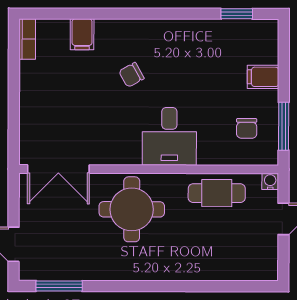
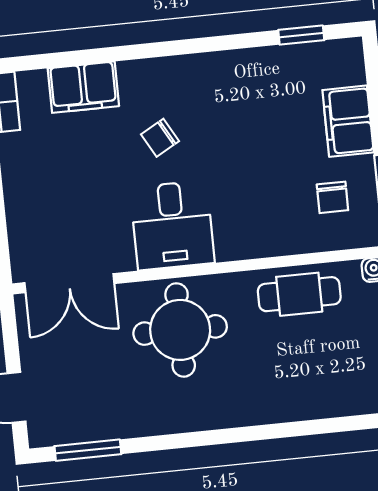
filing cabinet: (82, 34) -> (83, 87), width x2.00
filing cabinet: (263, 77) -> (348, 121), width x2.00
desk: (169, 136) -> (172, 225), moved

